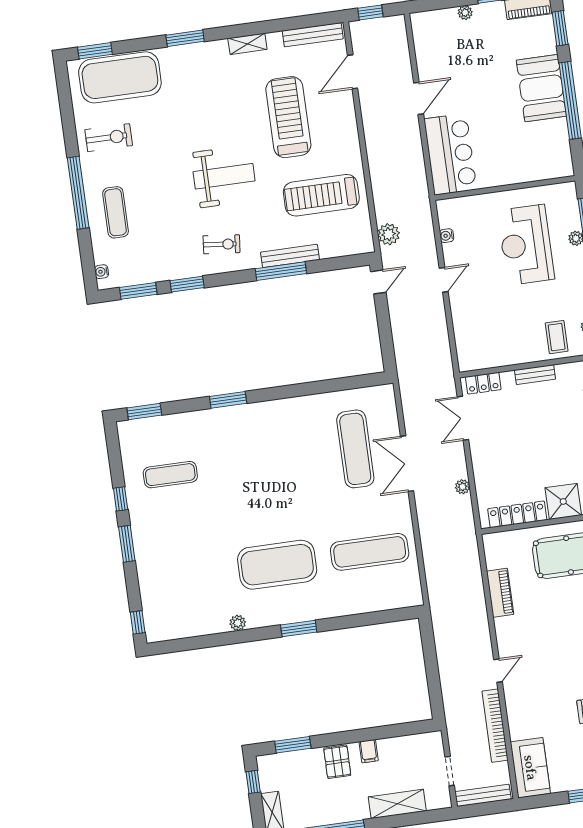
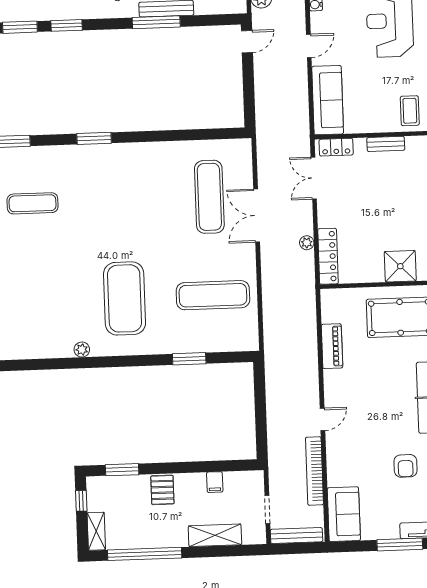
sofa: (469, 335) -> (328, 100), added
locker: (517, 514) -> (328, 256), moved, turned 90
exercise mat: (277, 565) -> (125, 298), turned 90
window: (299, 628) -> (189, 359), moved
filing cabinet: (369, 751) -> (215, 482), moved

